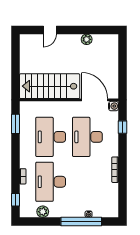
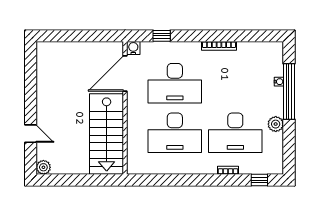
plant: (87, 39) -> (43, 167), moved
window: (16, 124) -> (157, 180), removed
plant: (43, 212) -> (276, 124), moved

